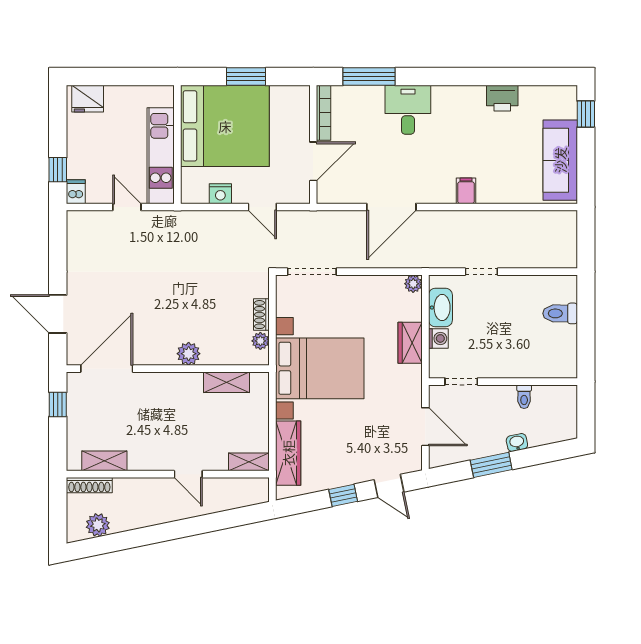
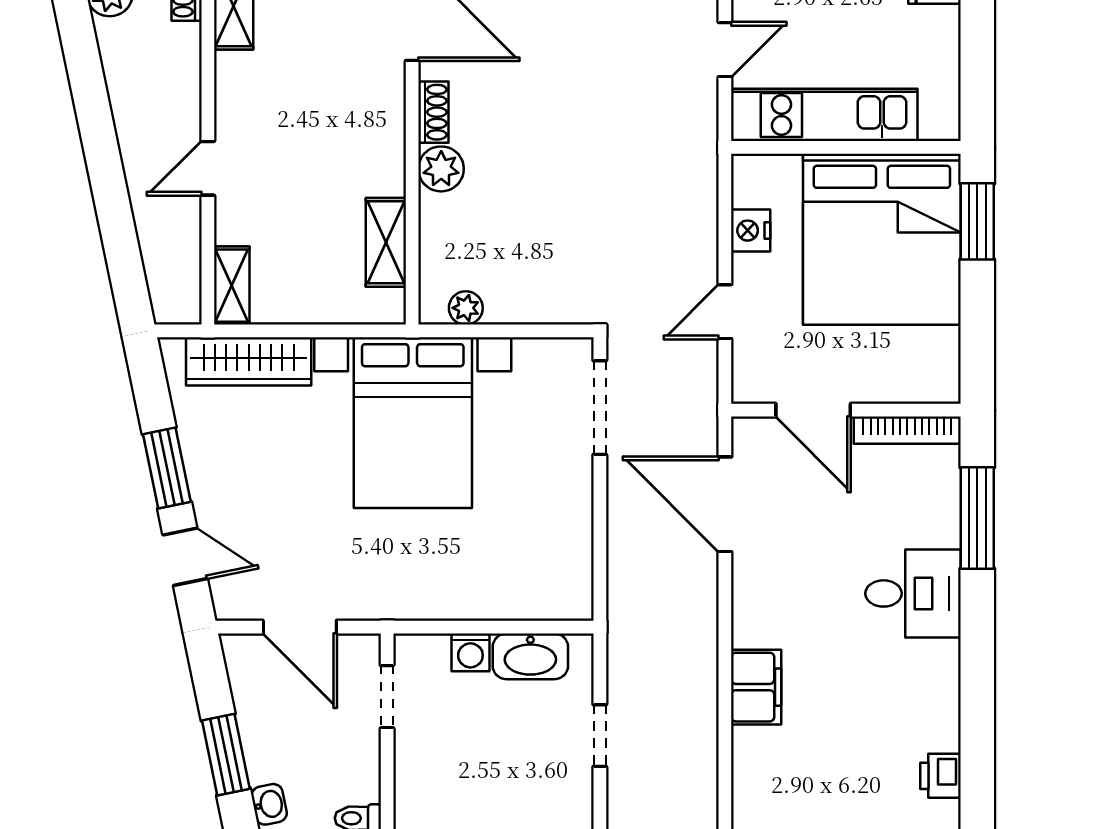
window: (246, 77) -> (977, 221), moved
printer: (502, 98) -> (940, 776), width x0.73, depth x0.81
filing cabinet: (466, 191) -> (756, 687), width x2.00
door: (391, 207) -> (725, 504), moved
plant: (413, 284) -> (576, 604), removed
shoe rack: (261, 315) -> (433, 112), moved, turned 90
wardrobe: (410, 343) -> (462, 598), removed
door: (425, 427) -> (300, 627), hinge flipped
door: (389, 486) -> (185, 557), swing flipped
window: (343, 495) -> (167, 468), width x1.50

